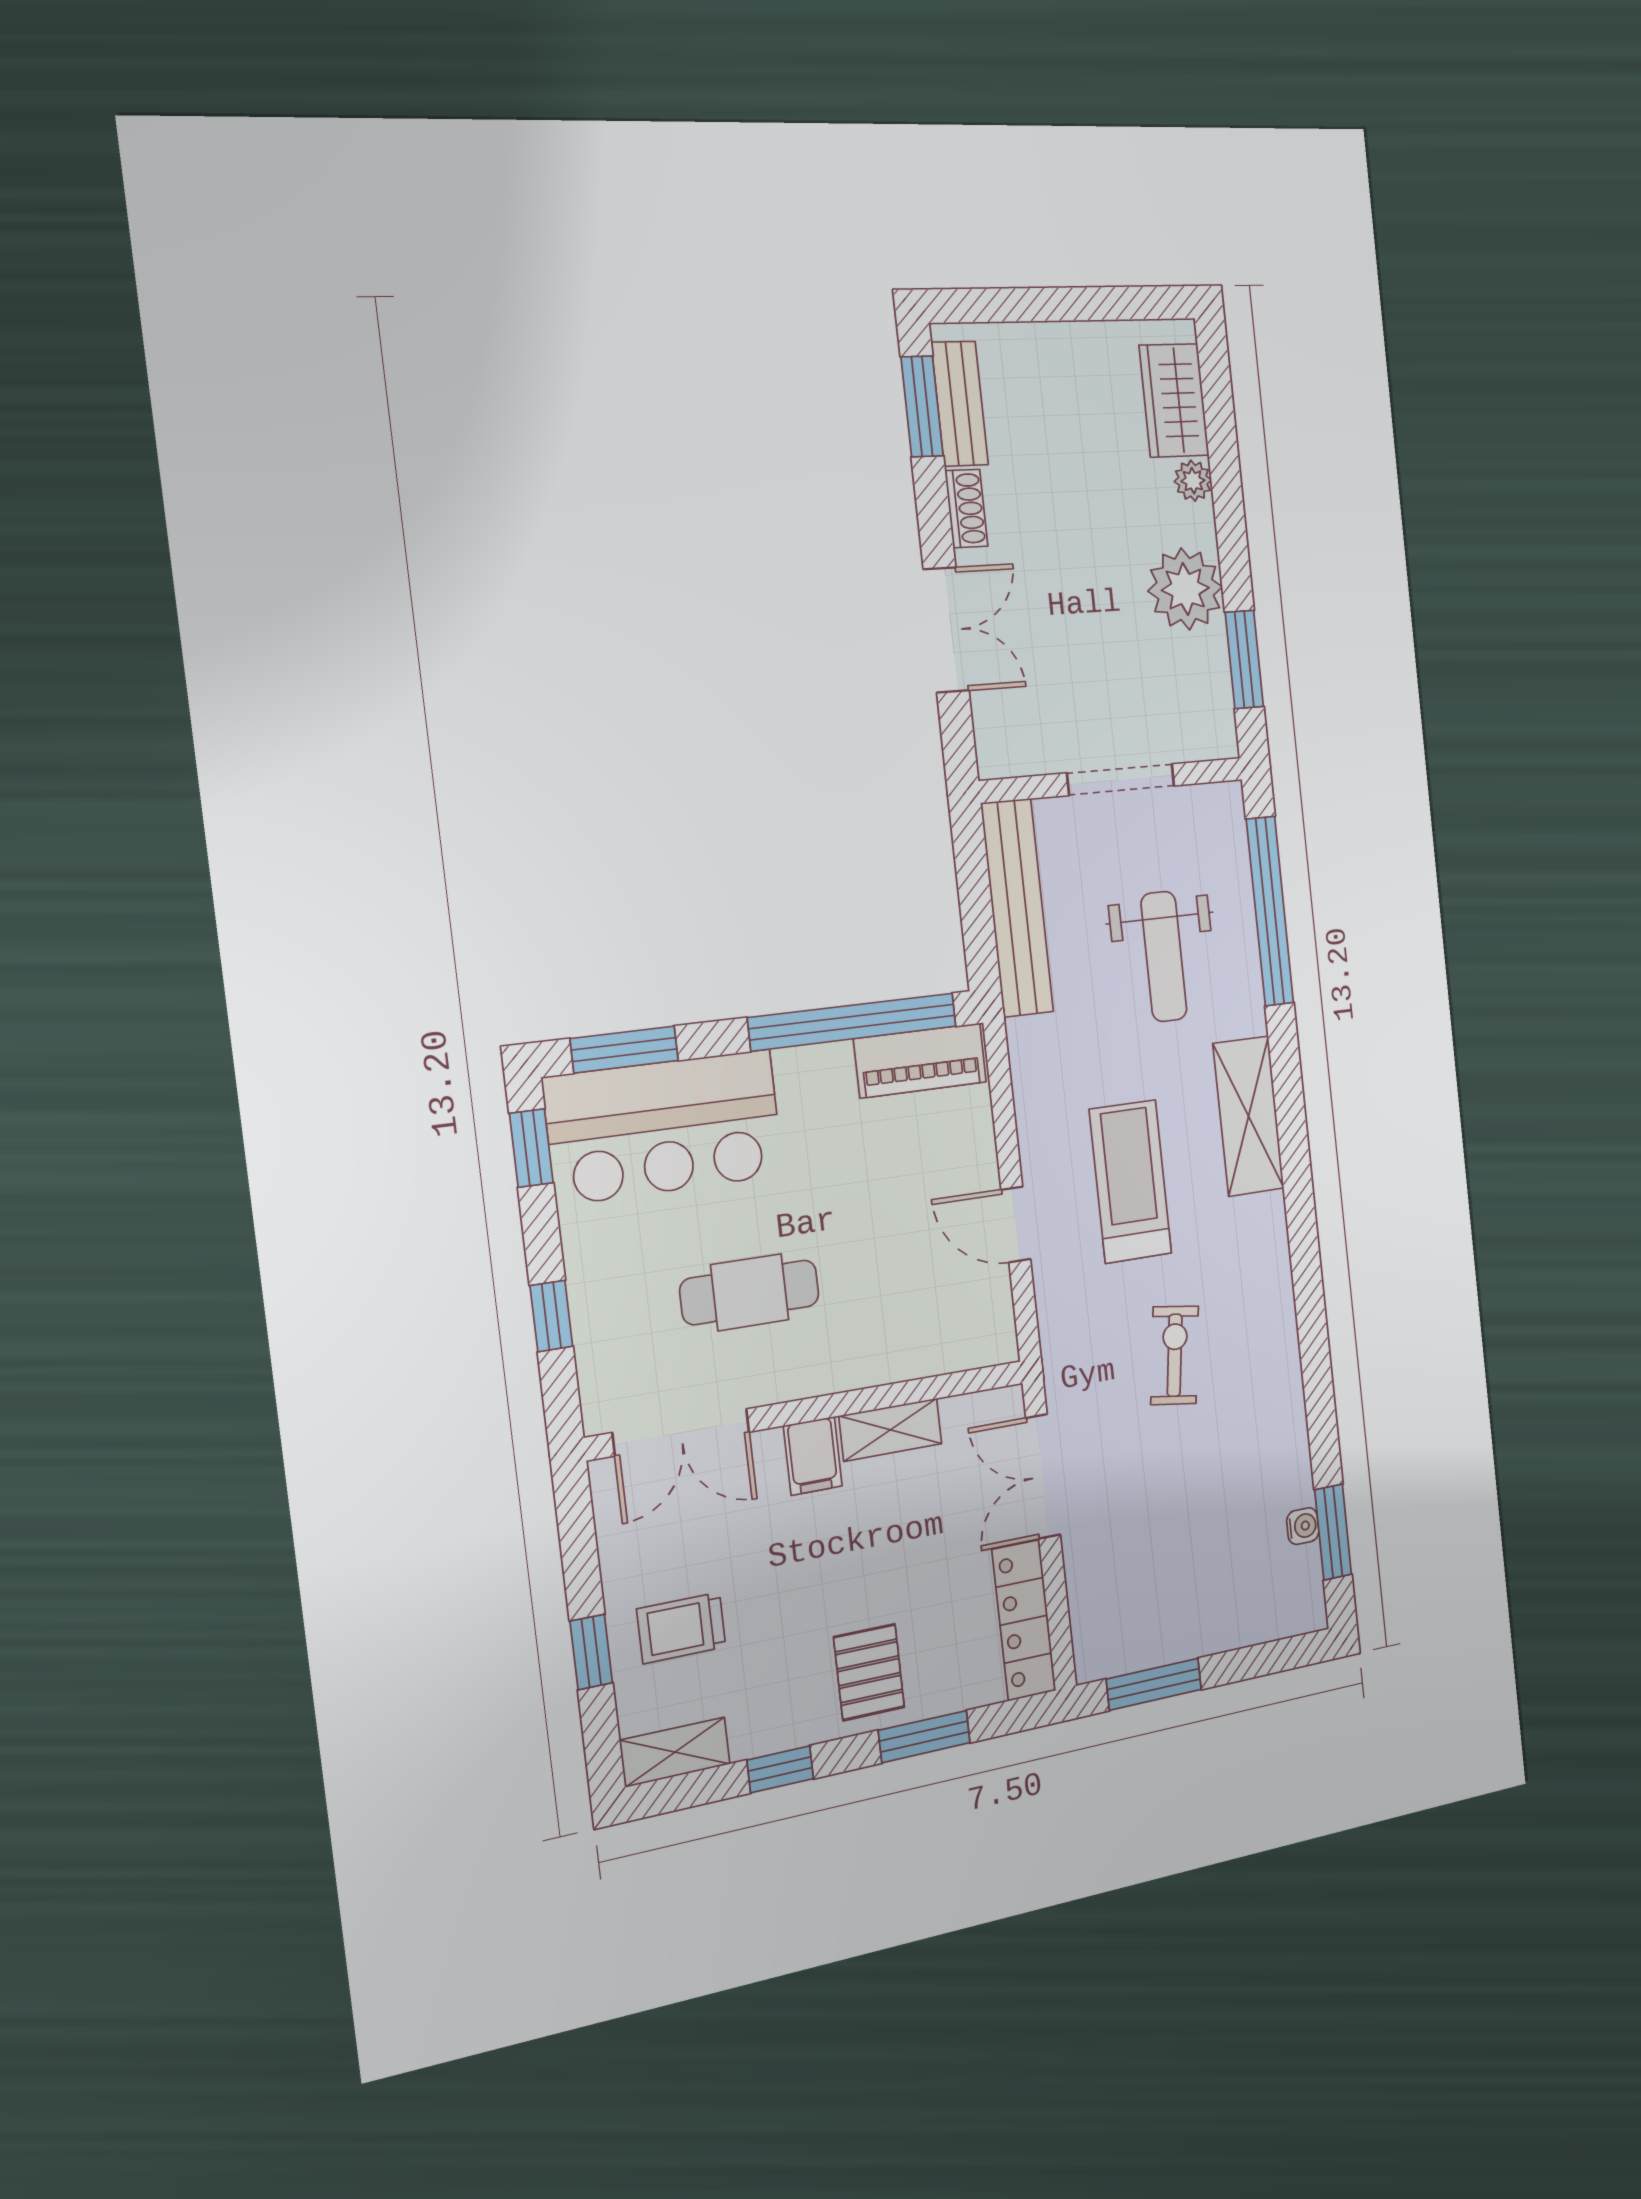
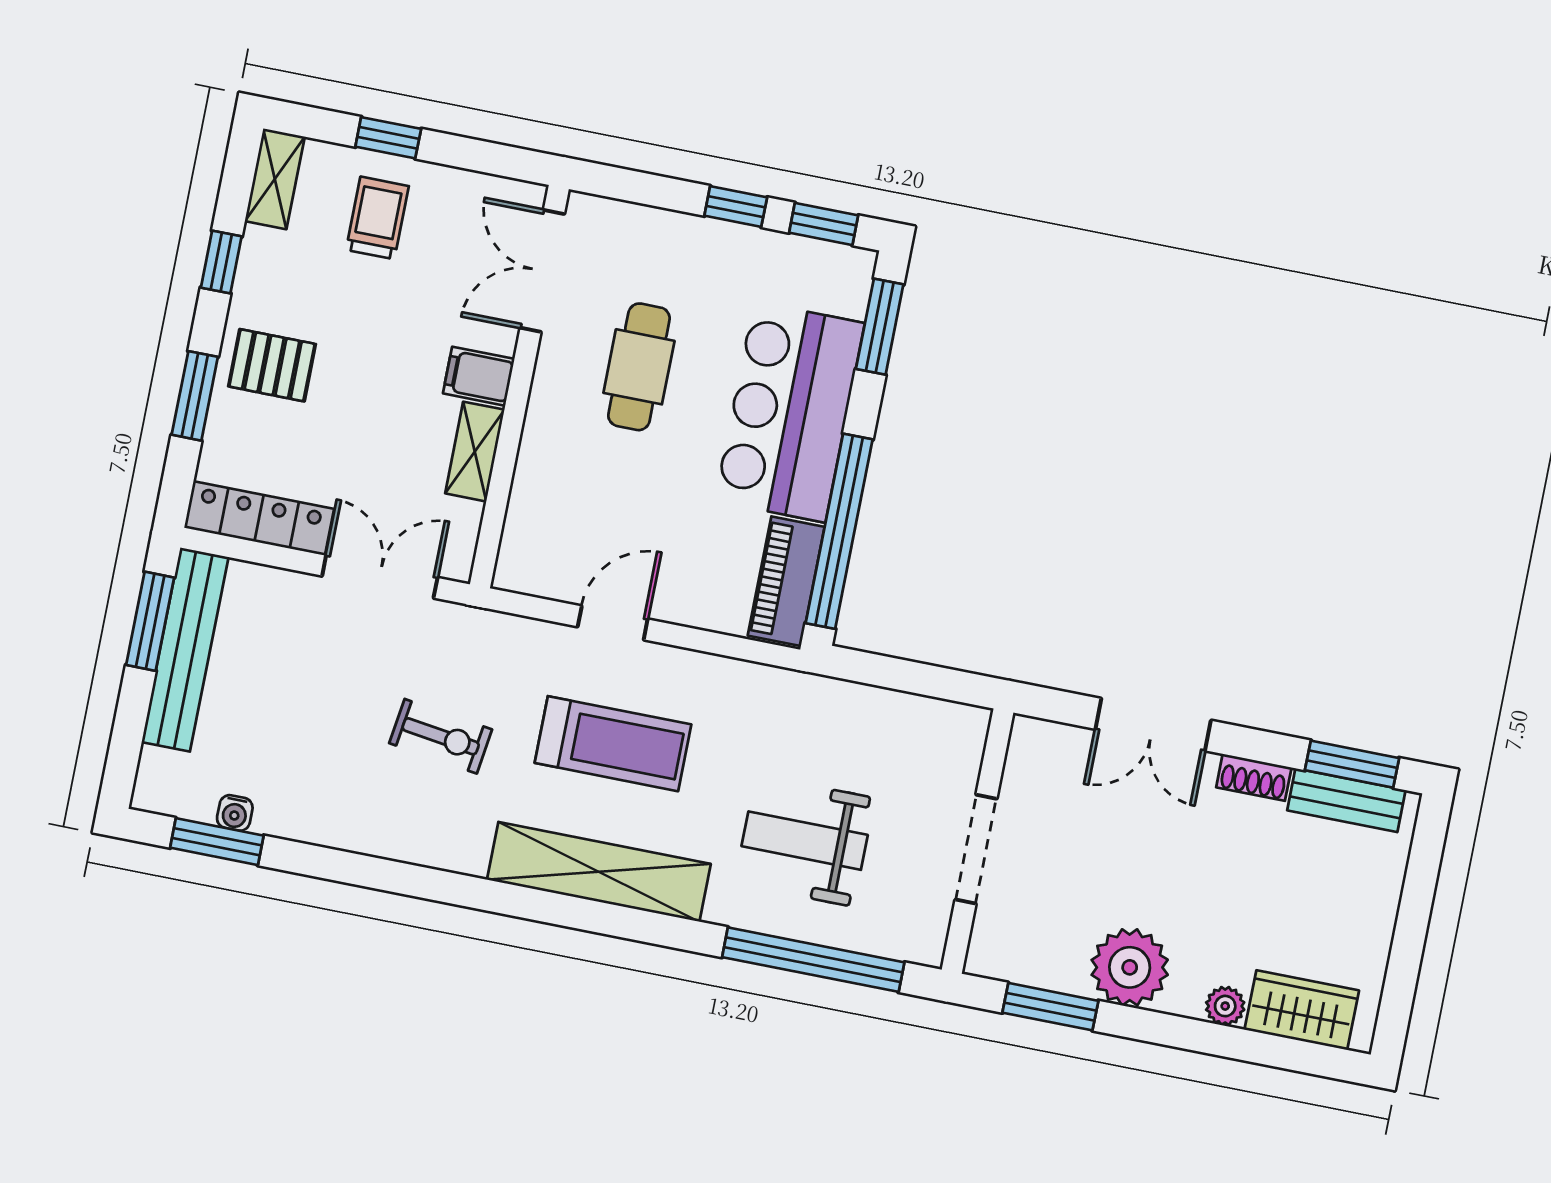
bench: (1017, 908) -> (185, 650), moved, turned 90
shelving: (1249, 1116) -> (599, 872), width x1.47
bar counter: (664, 1127) -> (790, 412), moved
window: (551, 1316) -> (736, 207), moved

